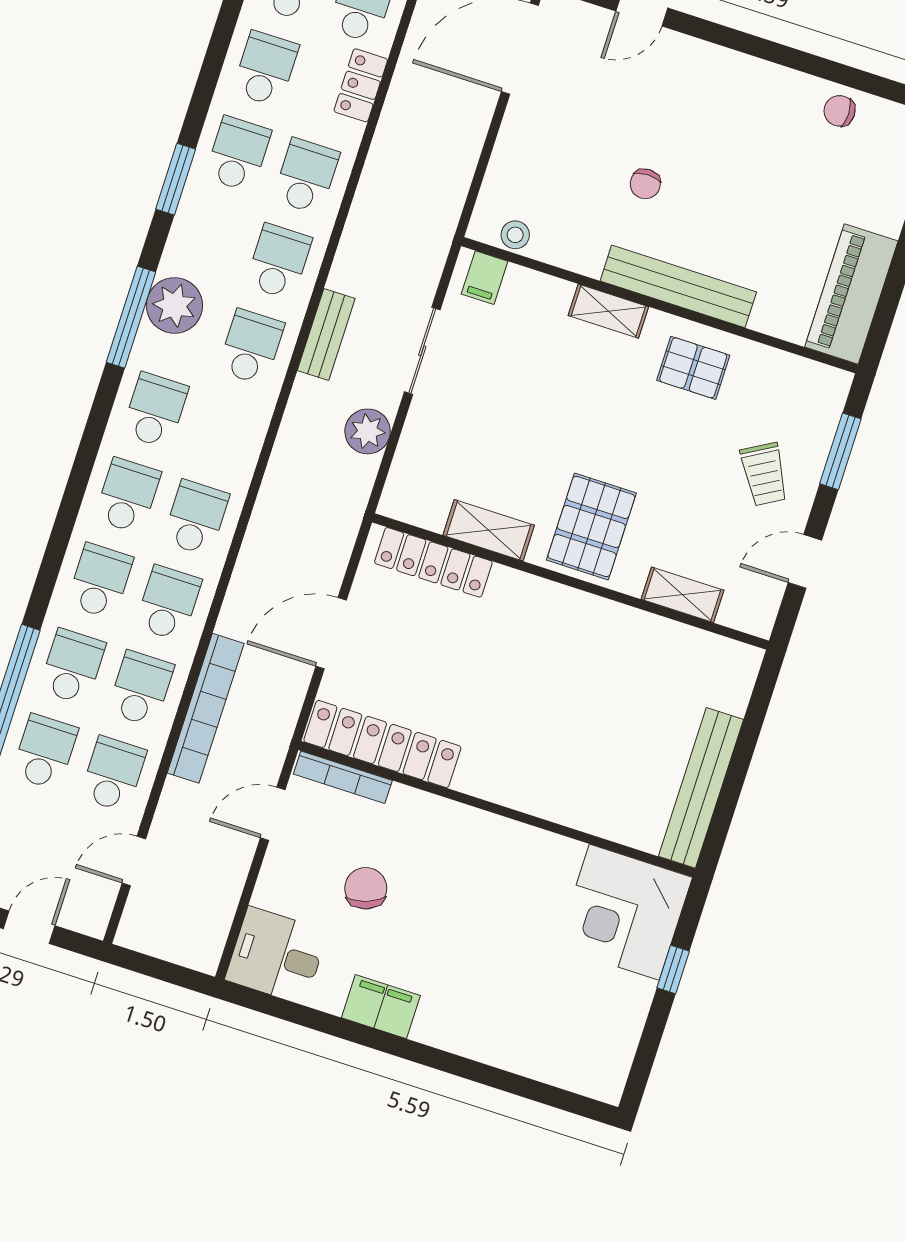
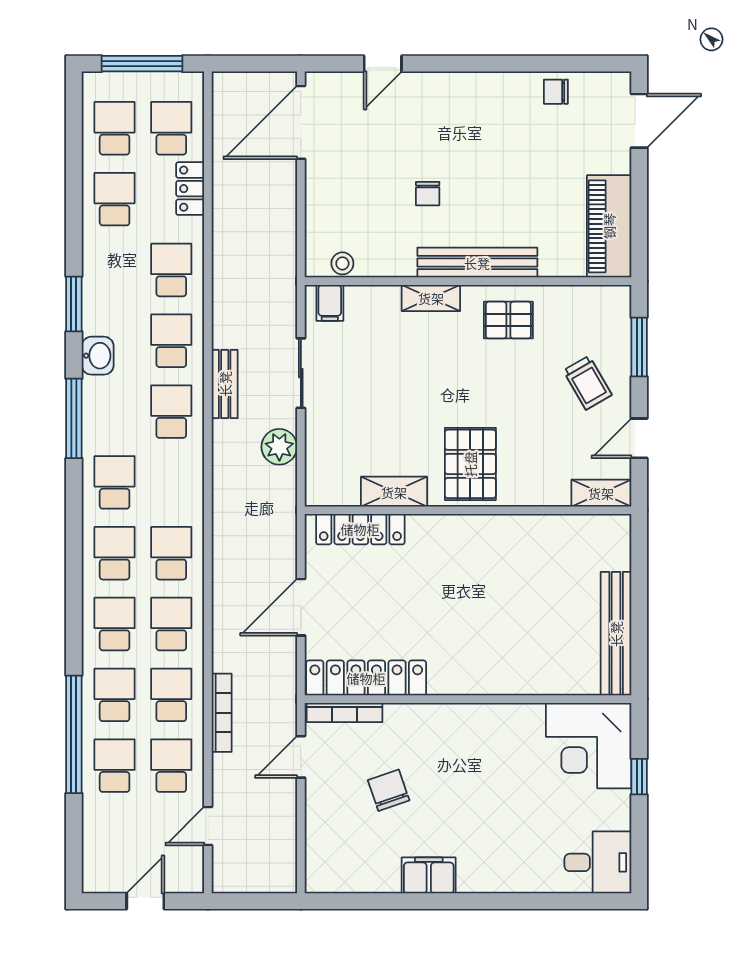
school desk: (238, 154) -> (115, 270), removed
washbasin: (184, 251) -> (98, 356), added
plant: (174, 306) -> (104, 399), removed
shelving: (682, 595) -> (601, 493), moved
bookcase: (206, 708) -> (222, 713), width x0.68, depth x0.76
desk: (277, 956) -> (598, 862), moved, turned 180

